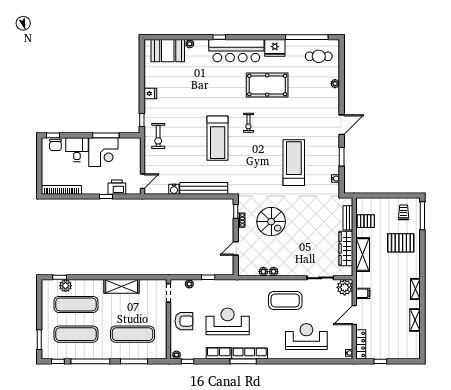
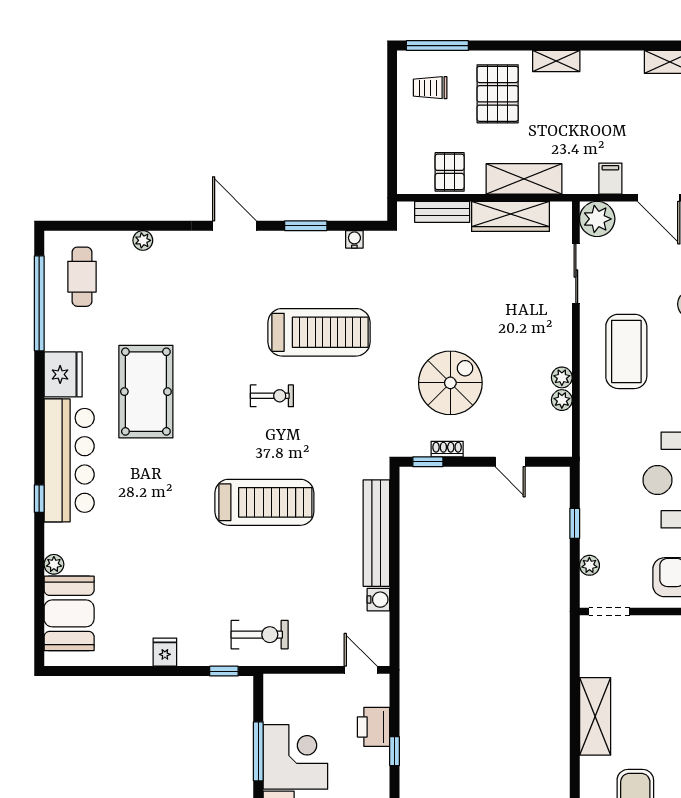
exercise bike: (248, 123) -> (272, 396), moved
treadmill: (294, 163) -> (319, 332), turned 180
shelving: (415, 289) -> (556, 61), moved

